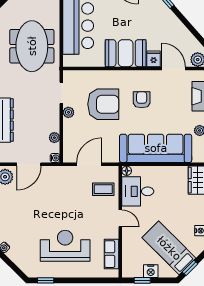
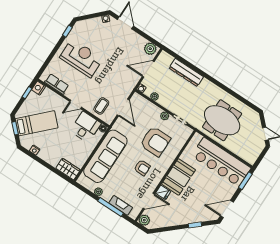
armchair: (103, 104) -> (155, 141), turned -90
door: (29, 164) -> (148, 69), hinge flipped
reception desk: (65, 246) -> (81, 58), turned -90
nightstand: (151, 271) -> (38, 88), moved

